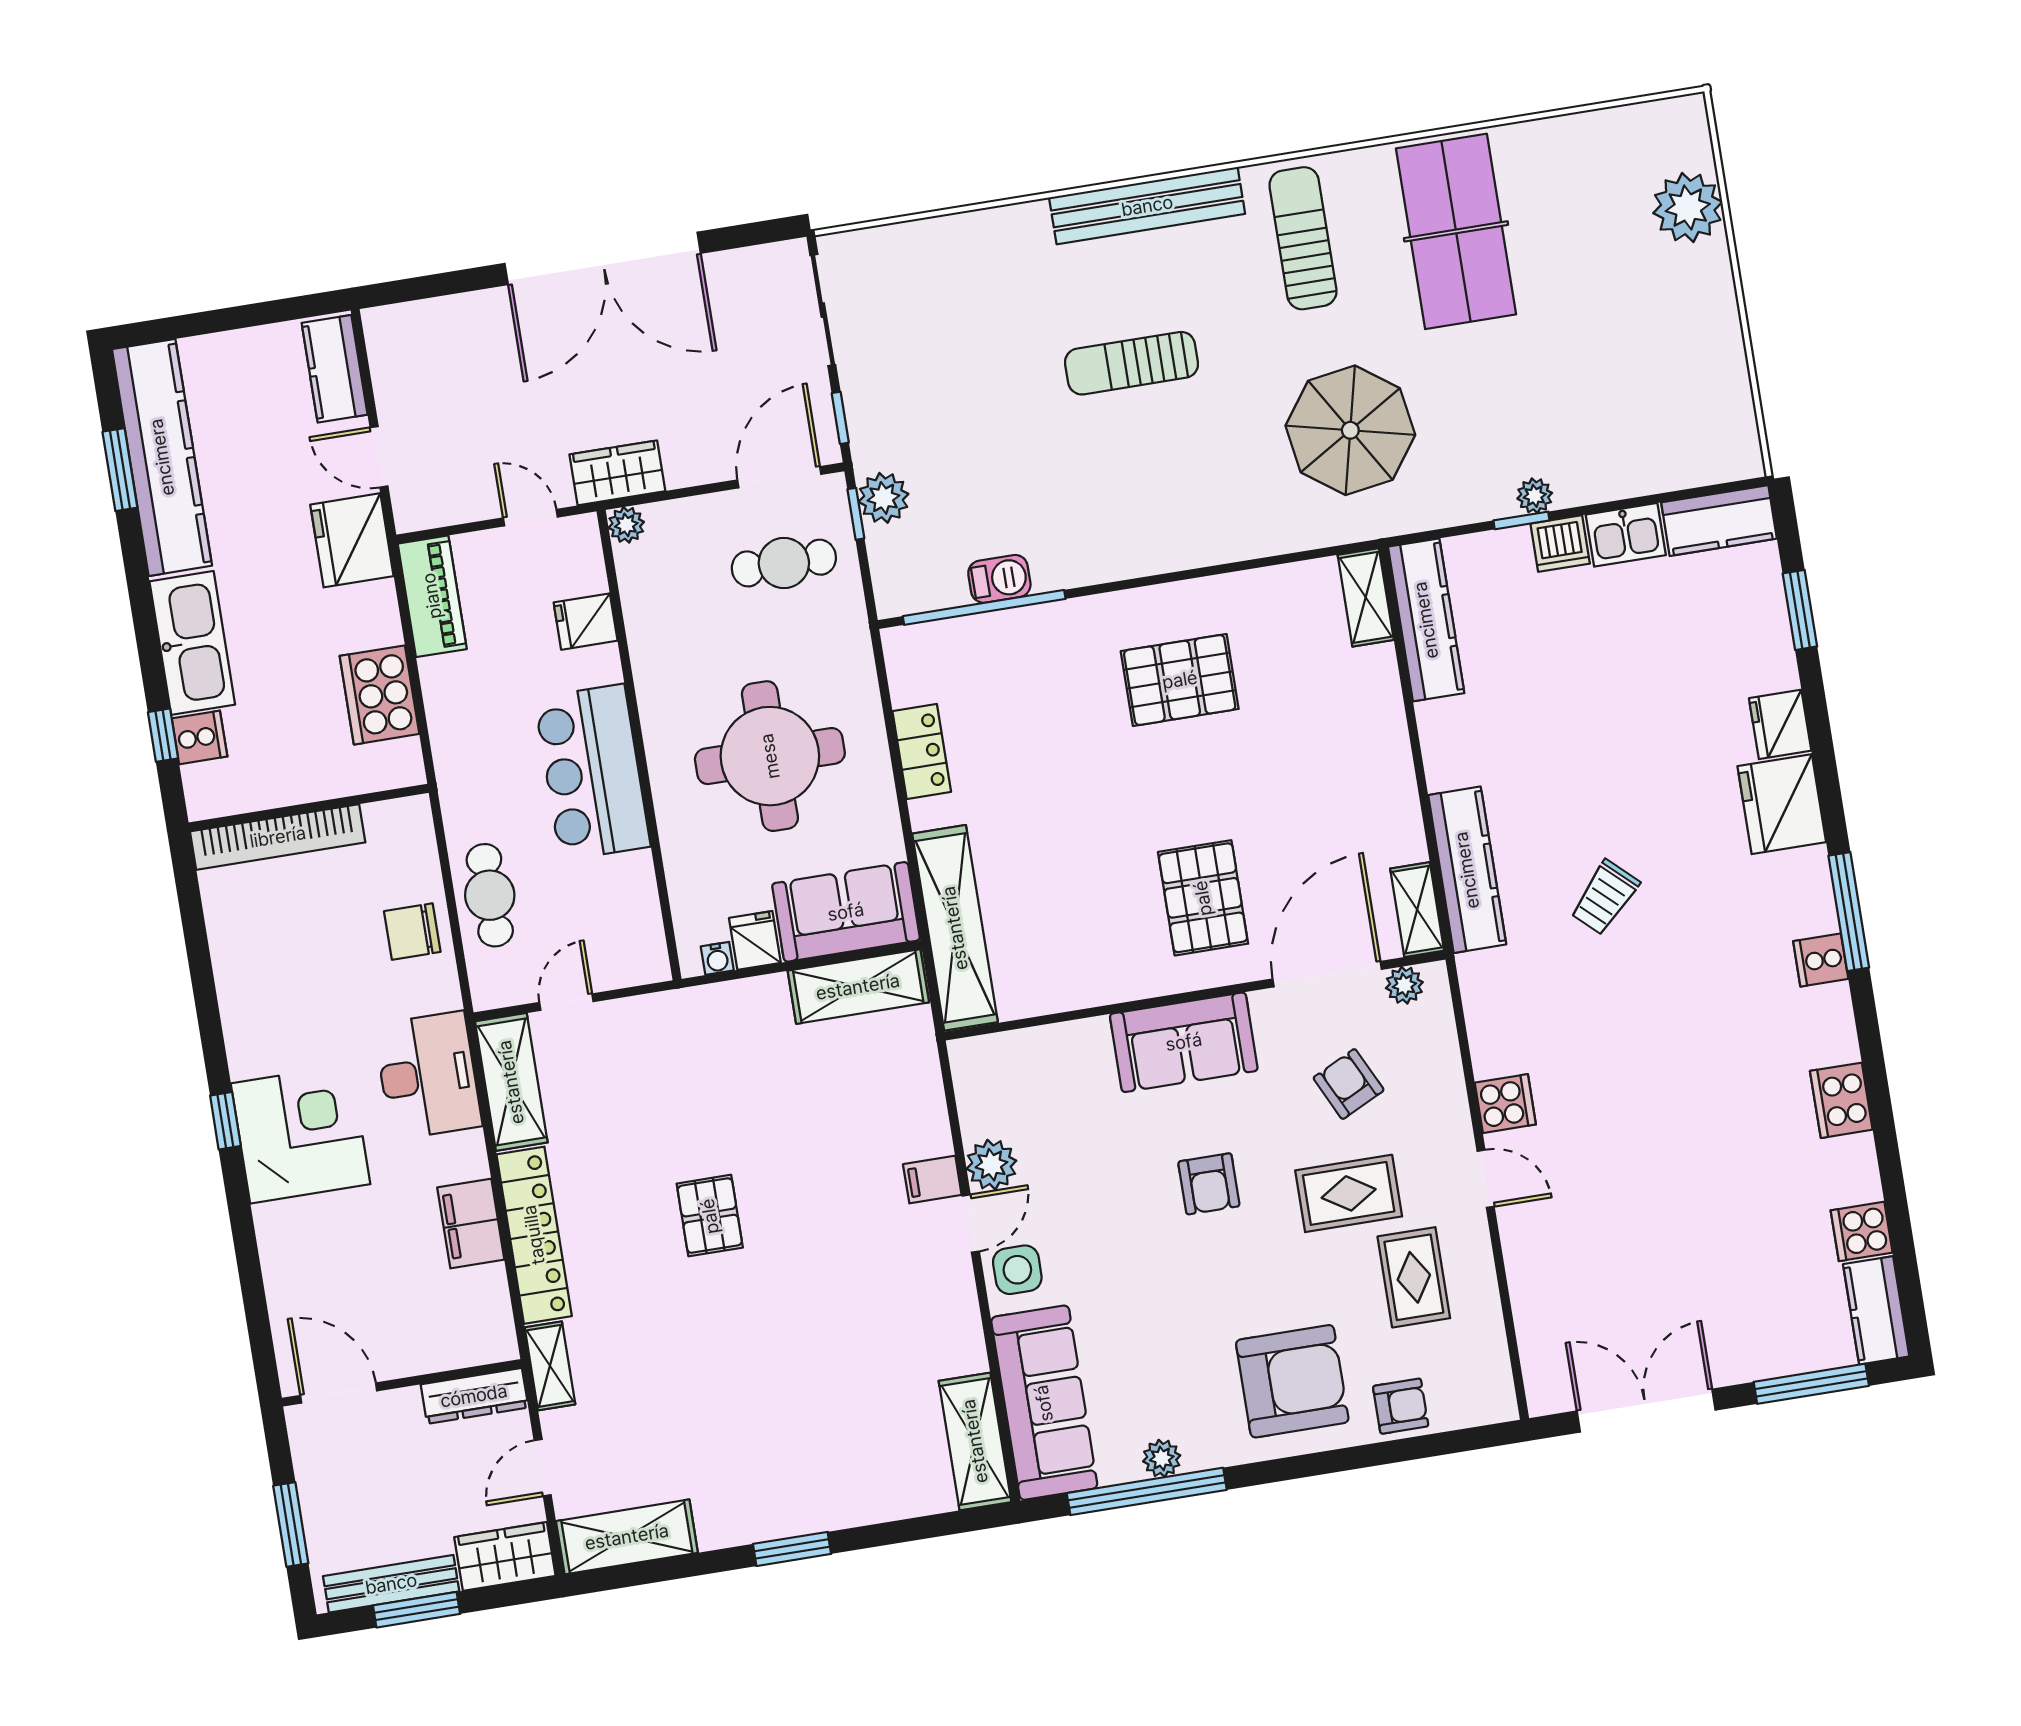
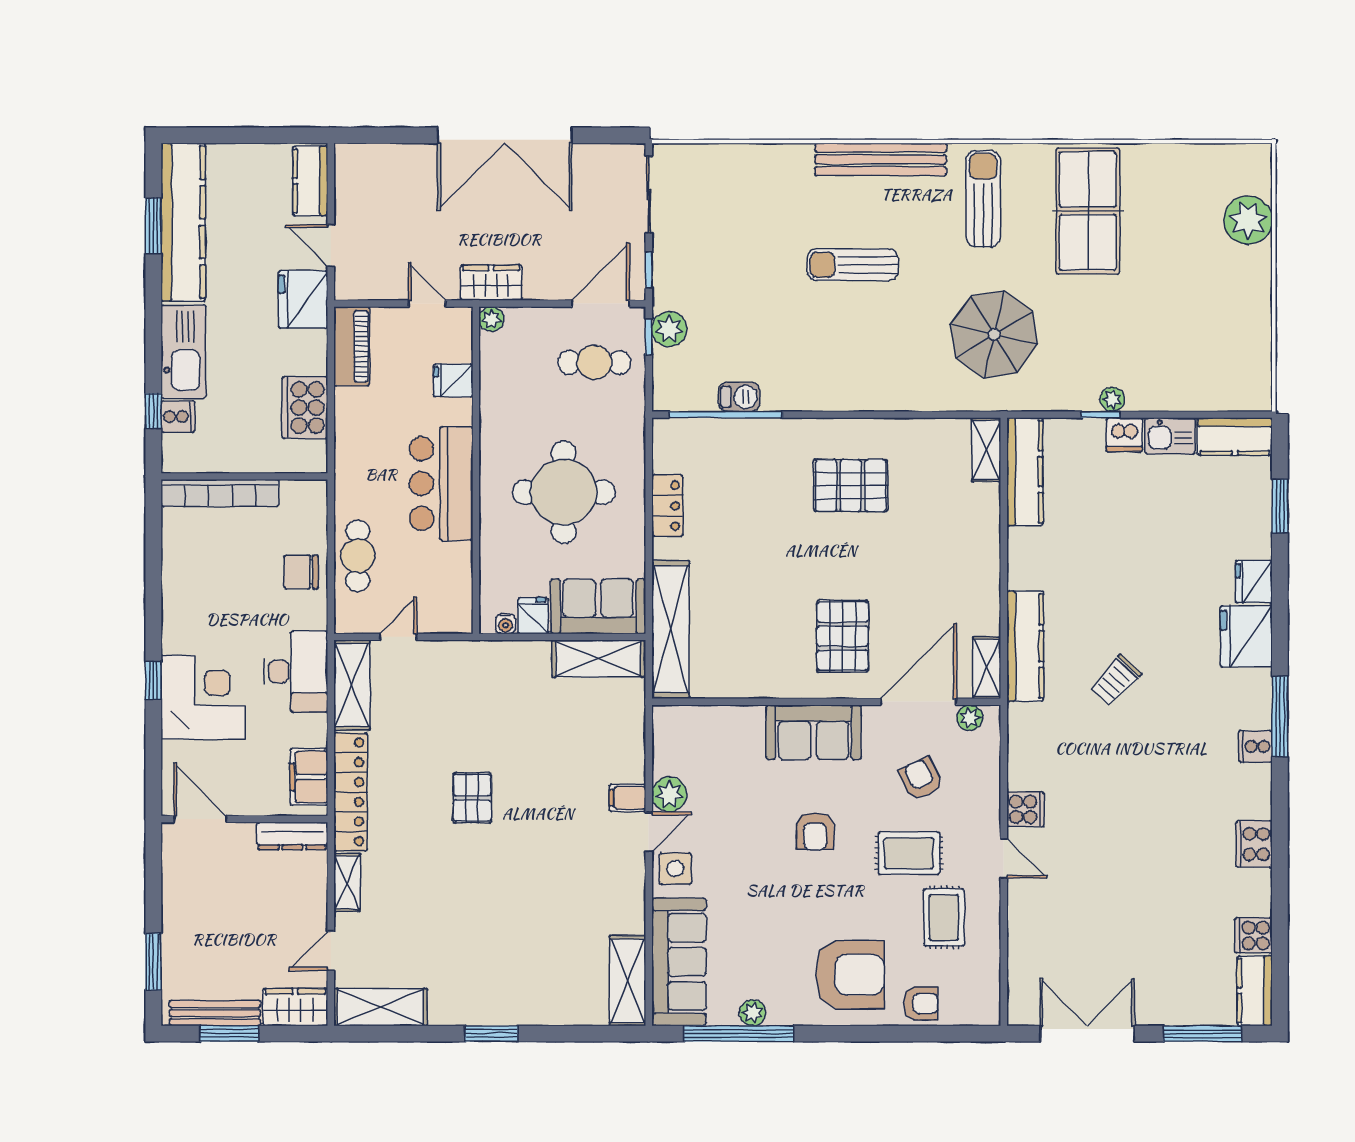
wall: (402, 1383) -> (244, 819), moved
door: (339, 1393) -> (200, 819), moved
dresser: (474, 1396) -> (292, 836), moved

